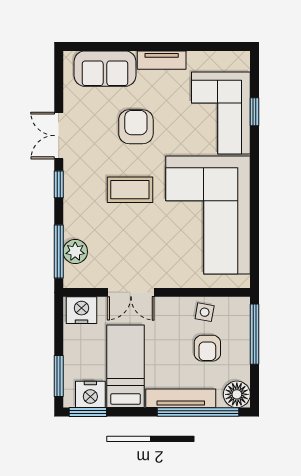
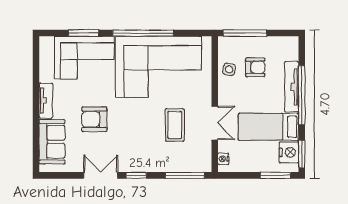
window: (255, 112) -> (83, 33), width x1.50
double door: (59, 136) -> (101, 175), swing flipped
coffee table: (130, 190) -> (175, 125), moved
window: (255, 194) -> (143, 33), added
plant: (75, 251) -> (185, 163), removed
nightstand: (81, 310) -> (223, 159), width x0.53, depth x0.56
floor lamp: (237, 394) -> (289, 46), removed
window: (198, 412) -> (302, 95), moved

